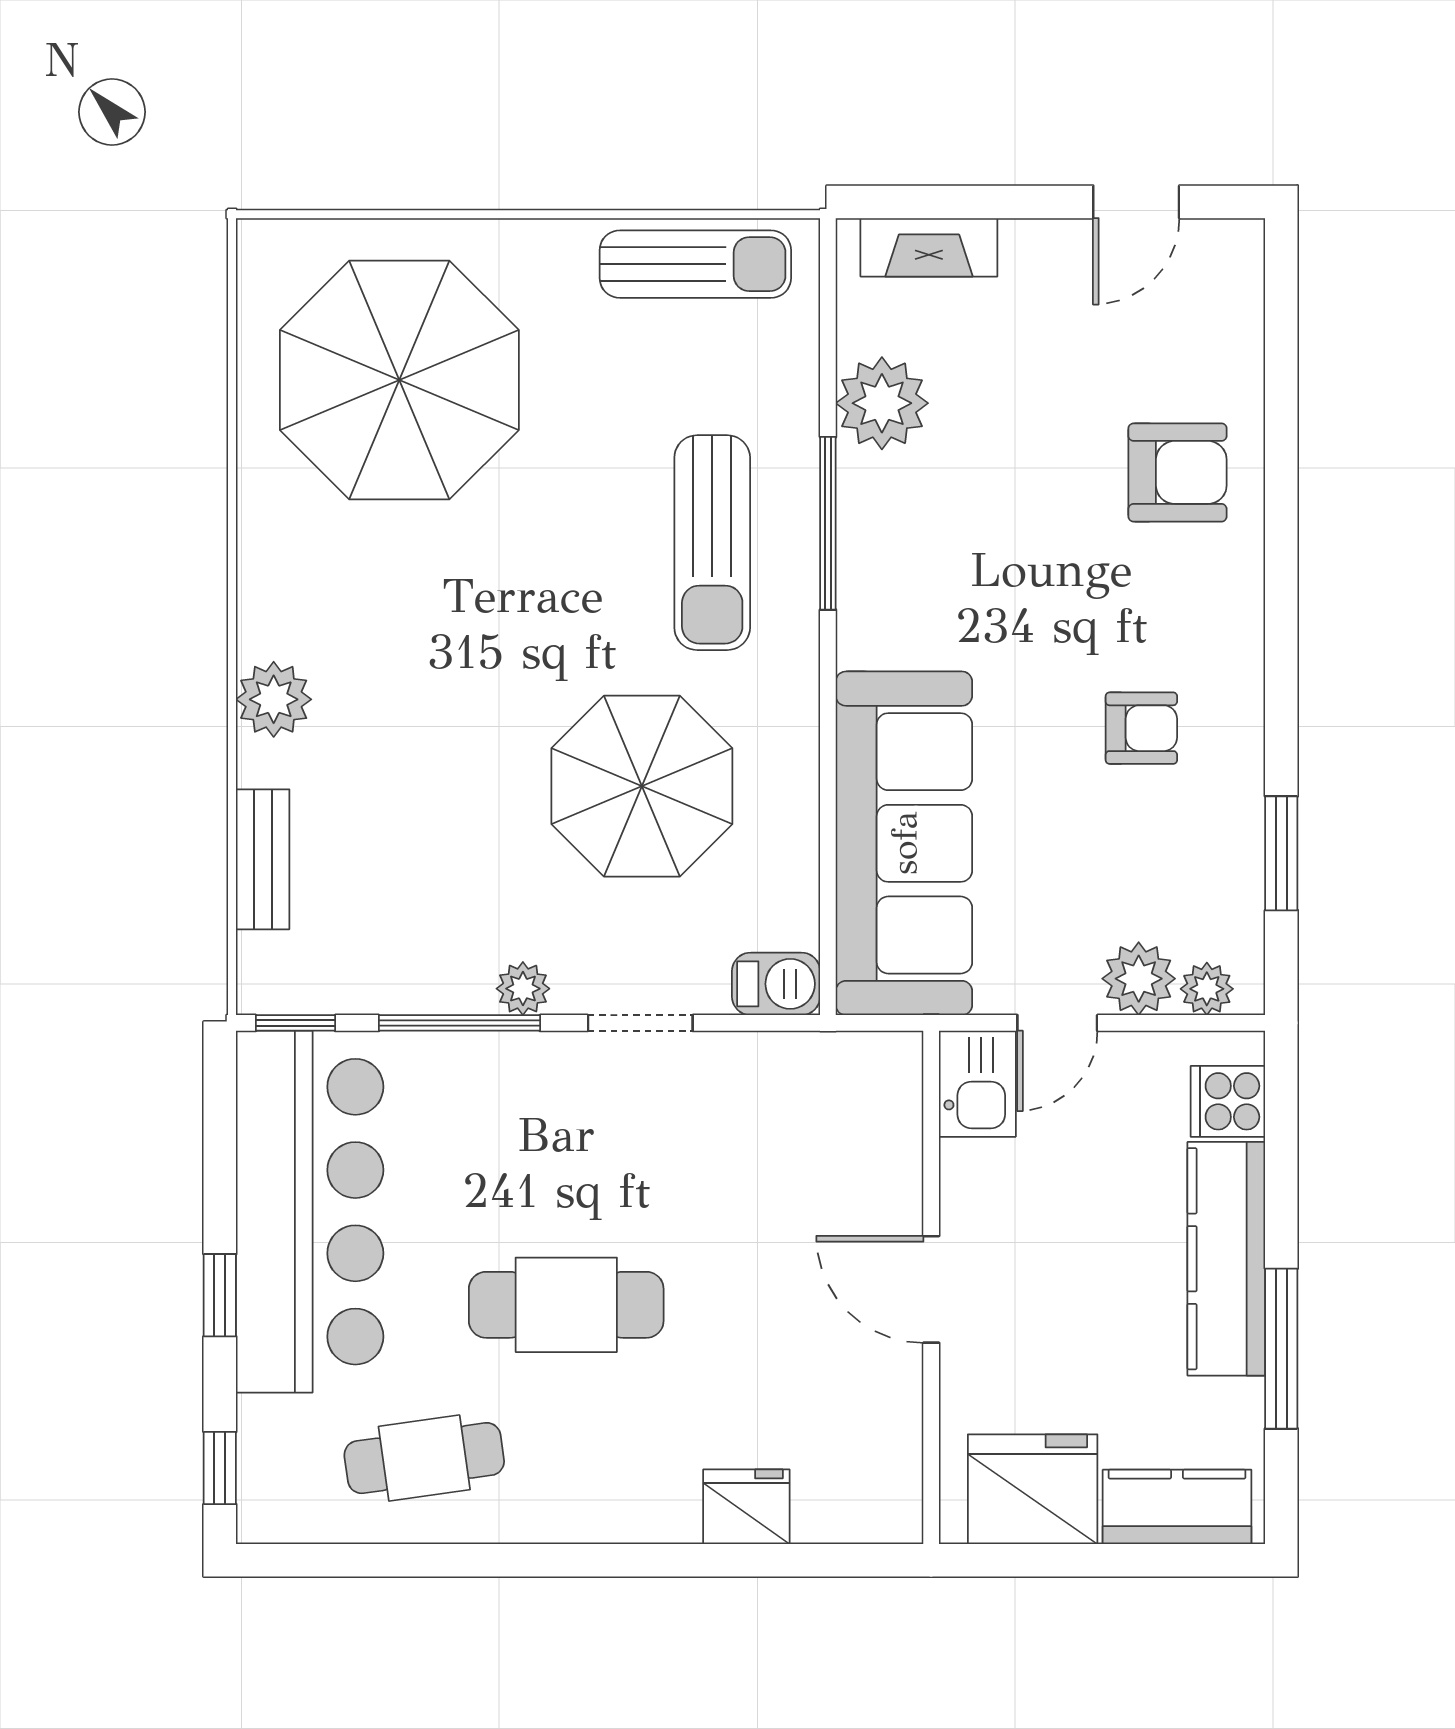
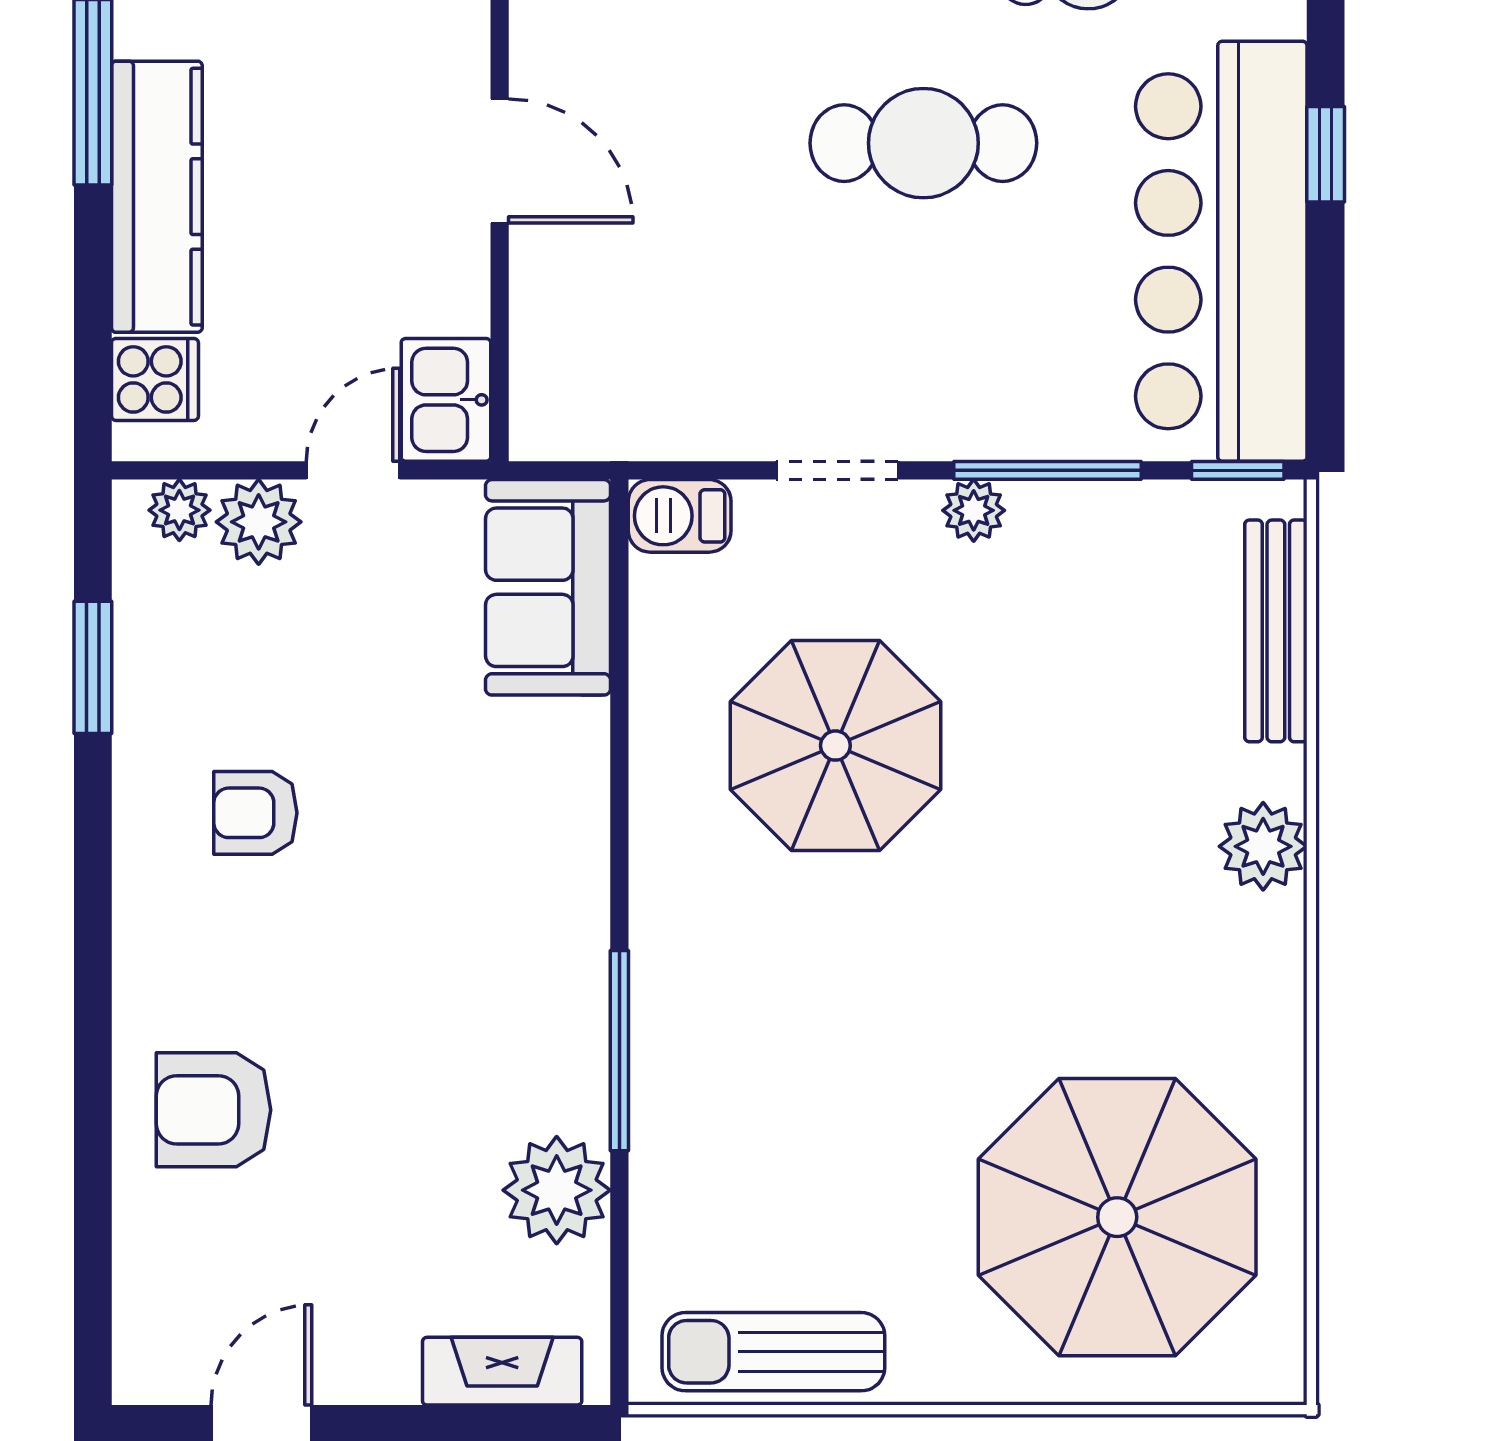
sun lounger: (712, 543) -> (754, 1028), removed
sofa: (904, 843) -> (548, 587), width x0.54, depth x0.79
bench: (263, 859) -> (1276, 631), width x1.36

